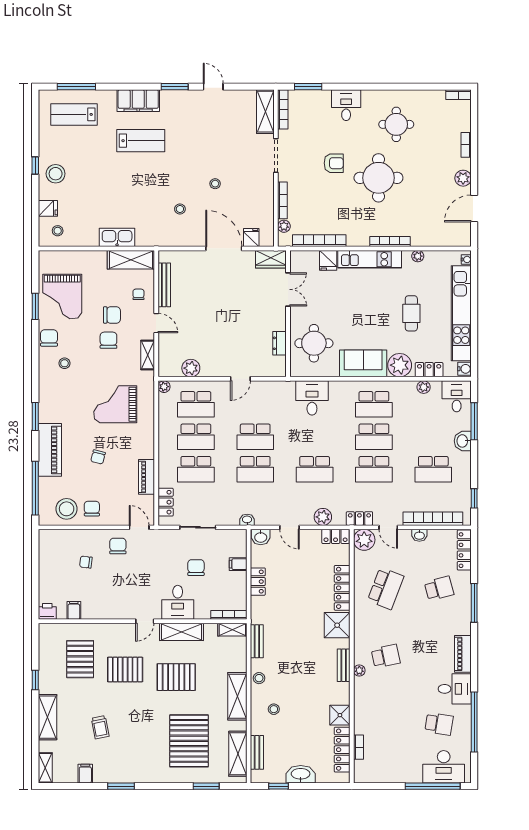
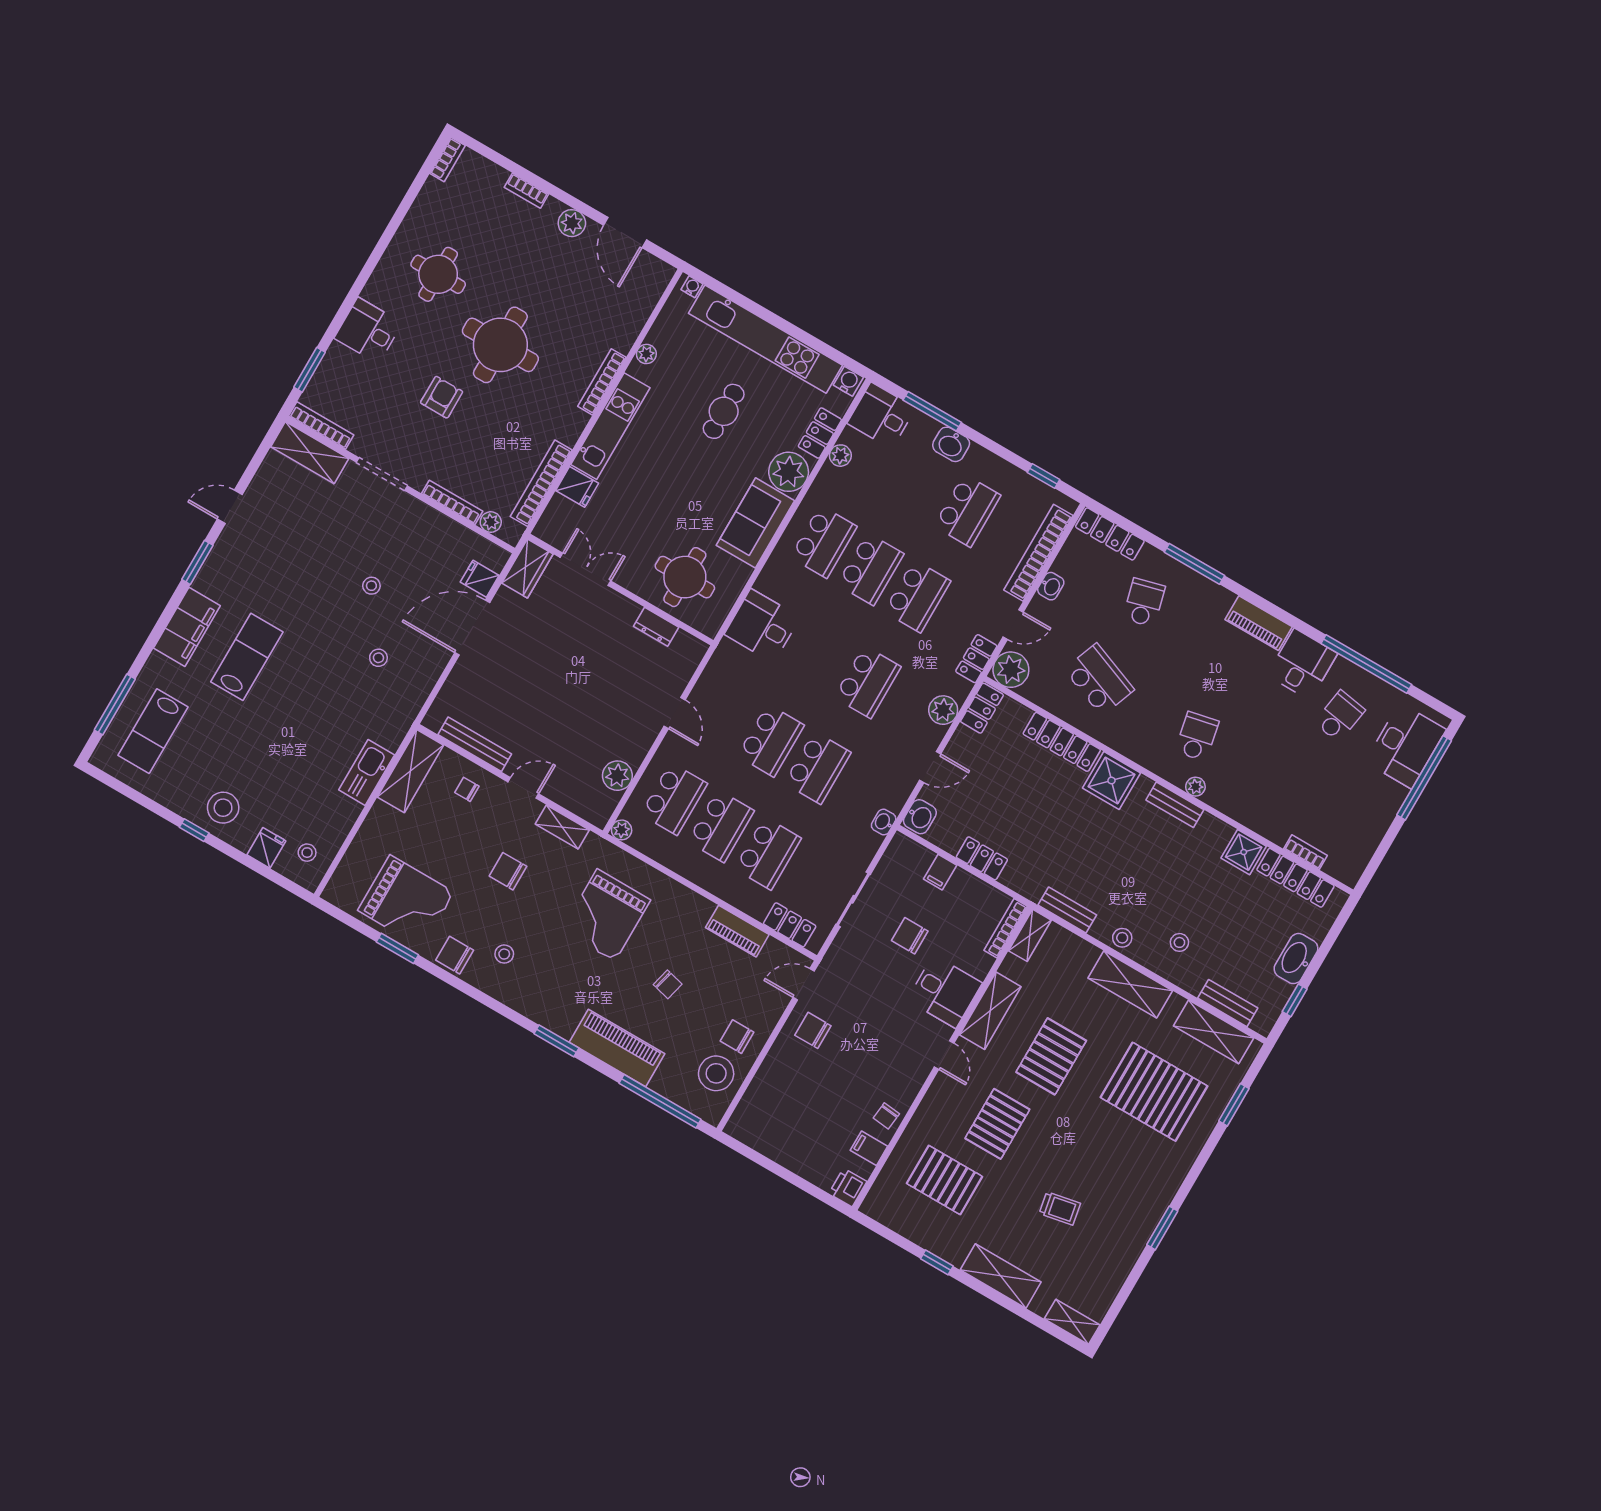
cafe table: (411, 313) -> (724, 411), turned 90
chair: (112, 315) -> (474, 845), removed
chair: (86, 562) -> (886, 1116), moved
filing cabinet: (85, 774) -> (1114, 1269), removed

